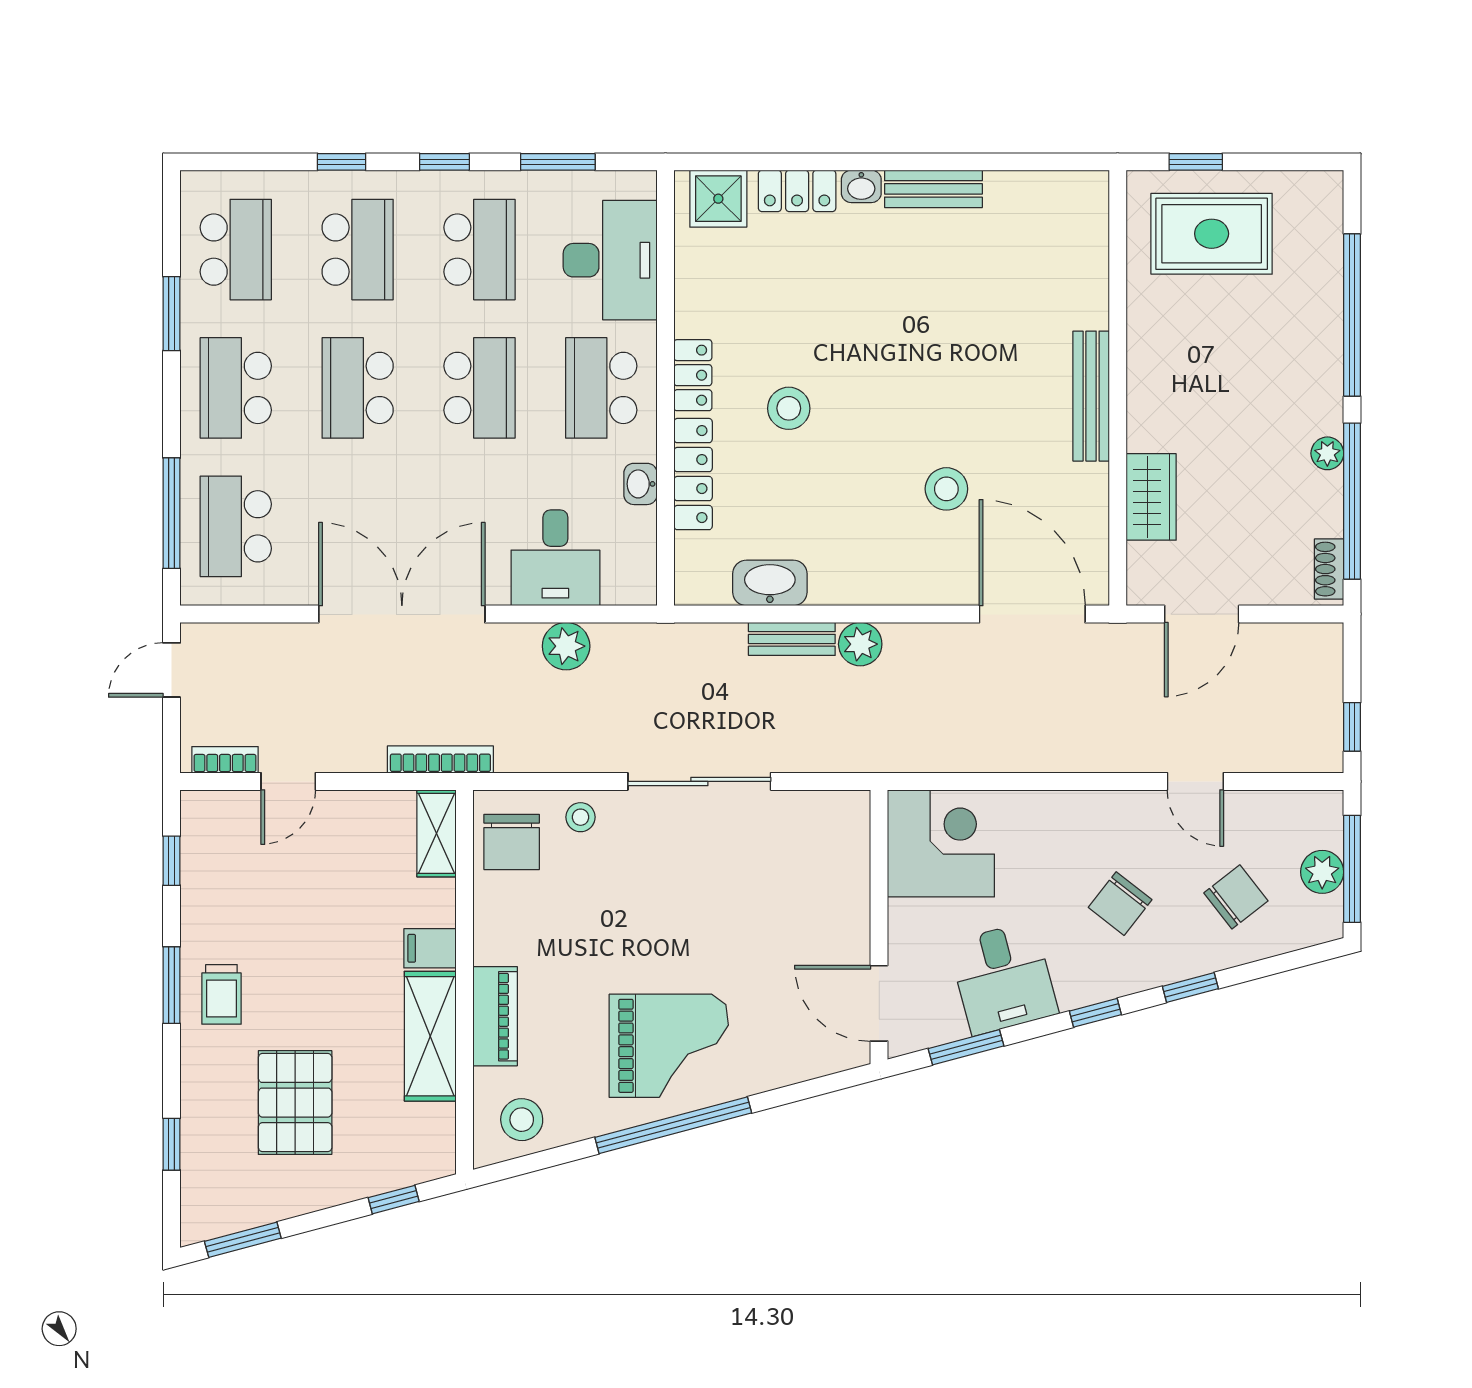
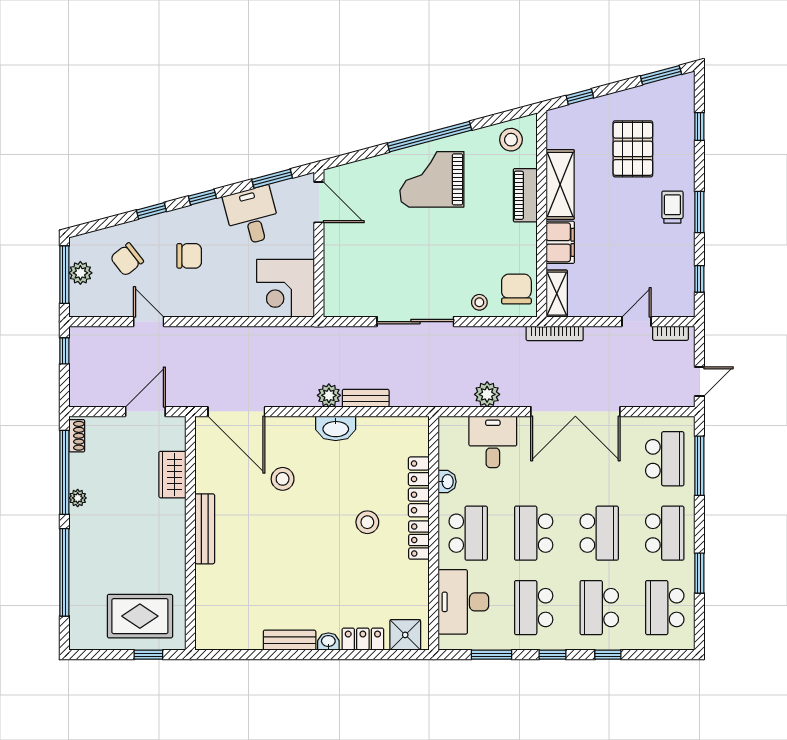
washbasin: (770, 583) -> (336, 428), moved
chair: (1120, 904) -> (189, 256), turned 52
filing cabinet: (430, 948) -> (560, 242), width x2.00

